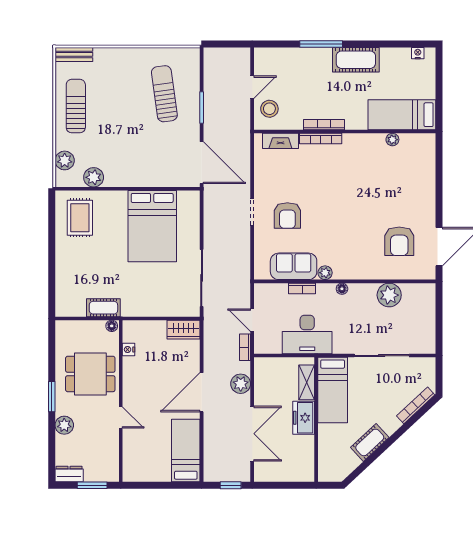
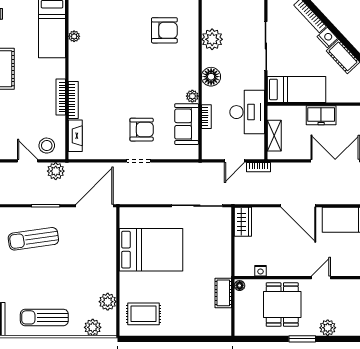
floor lamp: (342, 289) -> (211, 77), width x1.89, depth x1.89
shelving: (307, 382) -> (274, 136), moved, turned 90
plant: (241, 384) -> (56, 171), moved
nightstand: (391, 425) -> (327, 38), added

